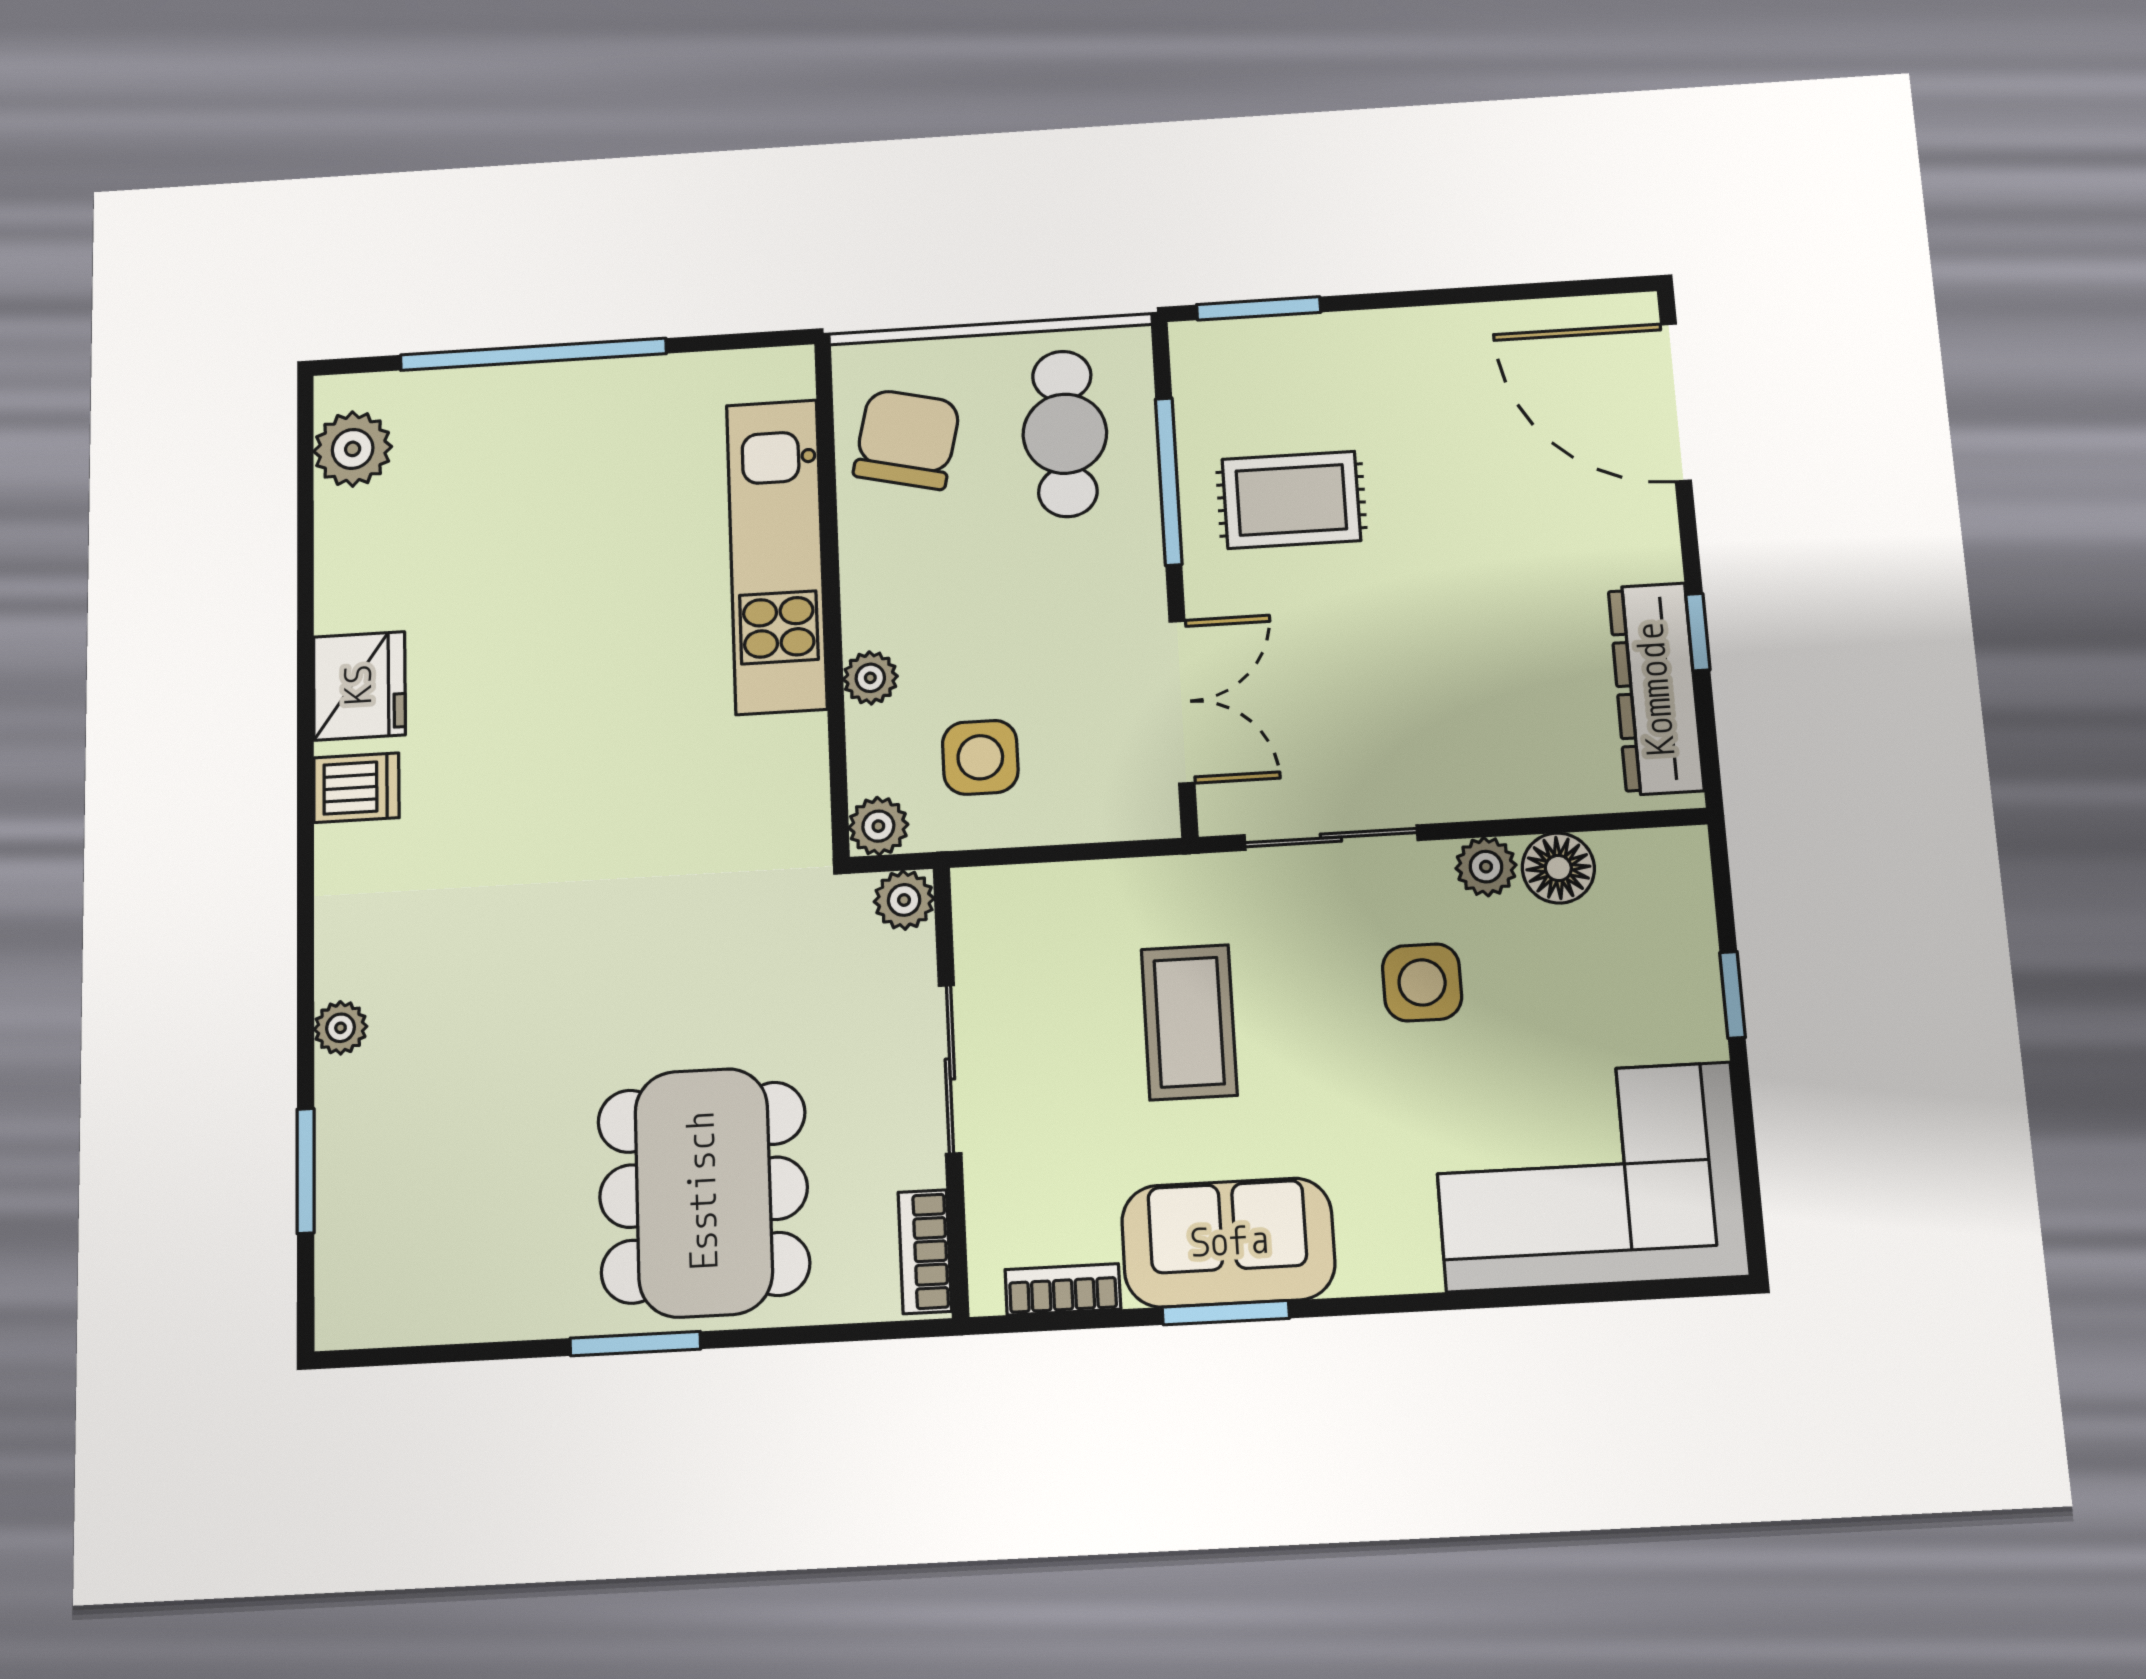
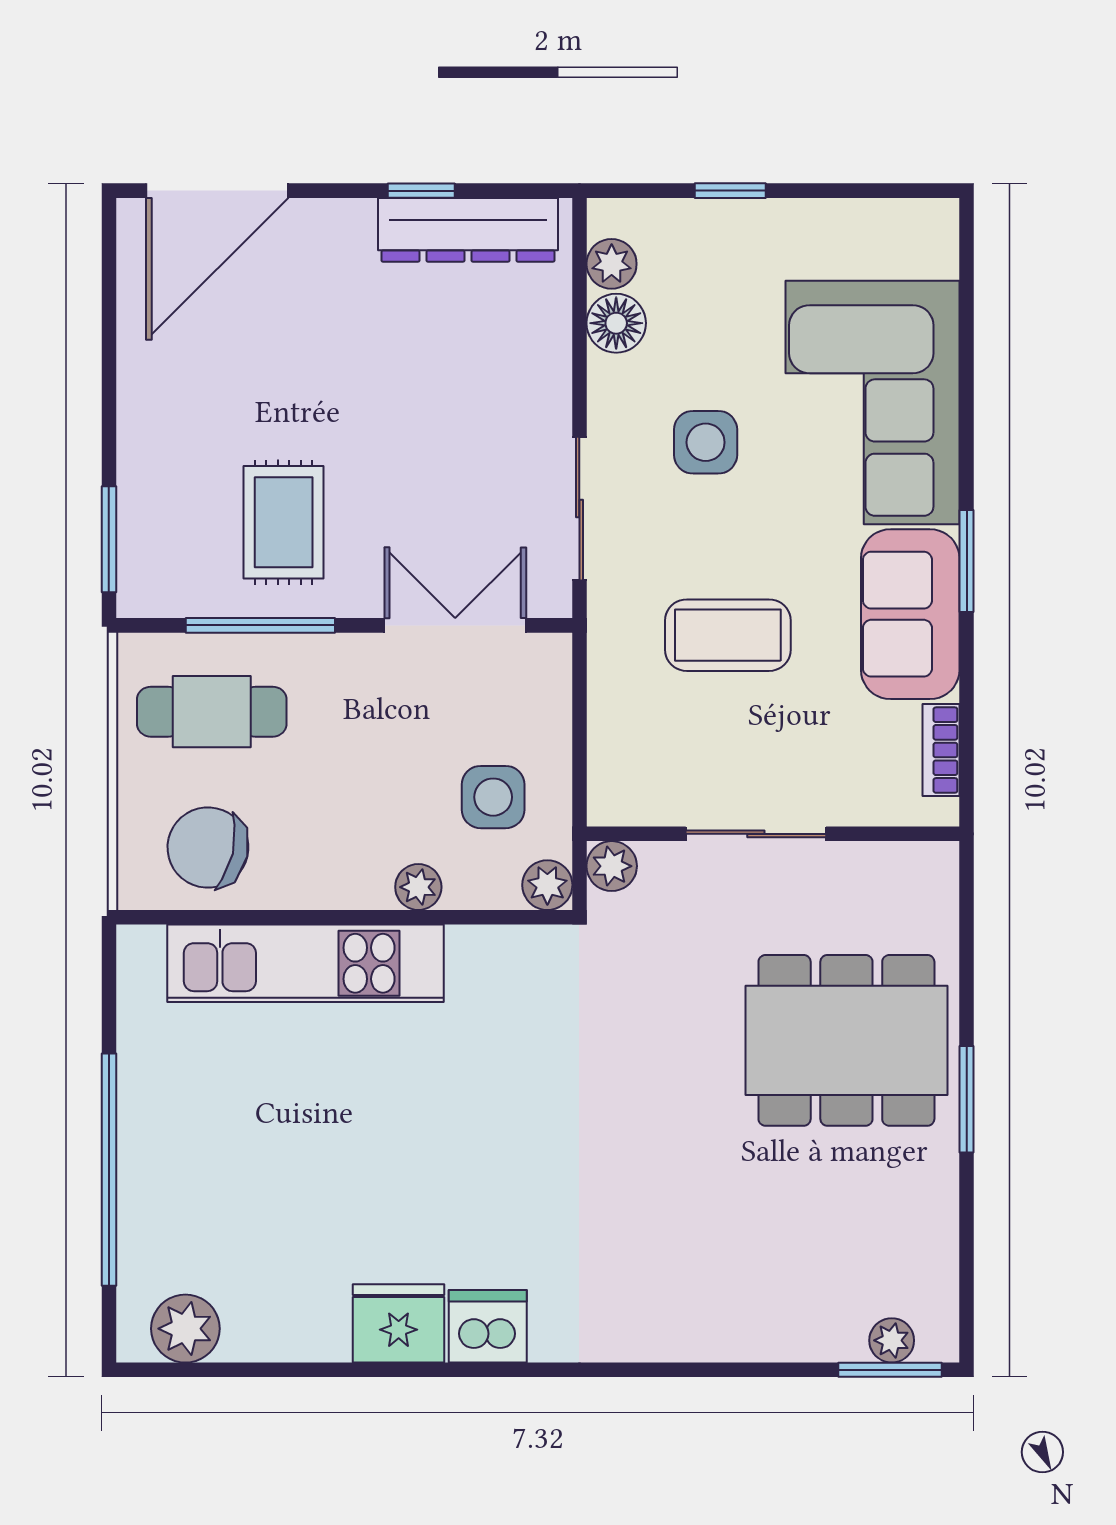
dishwasher: (356, 788) -> (488, 1326), width x1.38
plant: (1486, 867) -> (612, 264), moved
plant: (341, 1028) -> (892, 1340), moved
window: (306, 1171) -> (890, 1370), moved
corner sofa: (1589, 1177) -> (872, 403), moved
bookcase: (925, 1252) -> (905, 861), removed
window: (1226, 1313) -> (967, 561), moved

